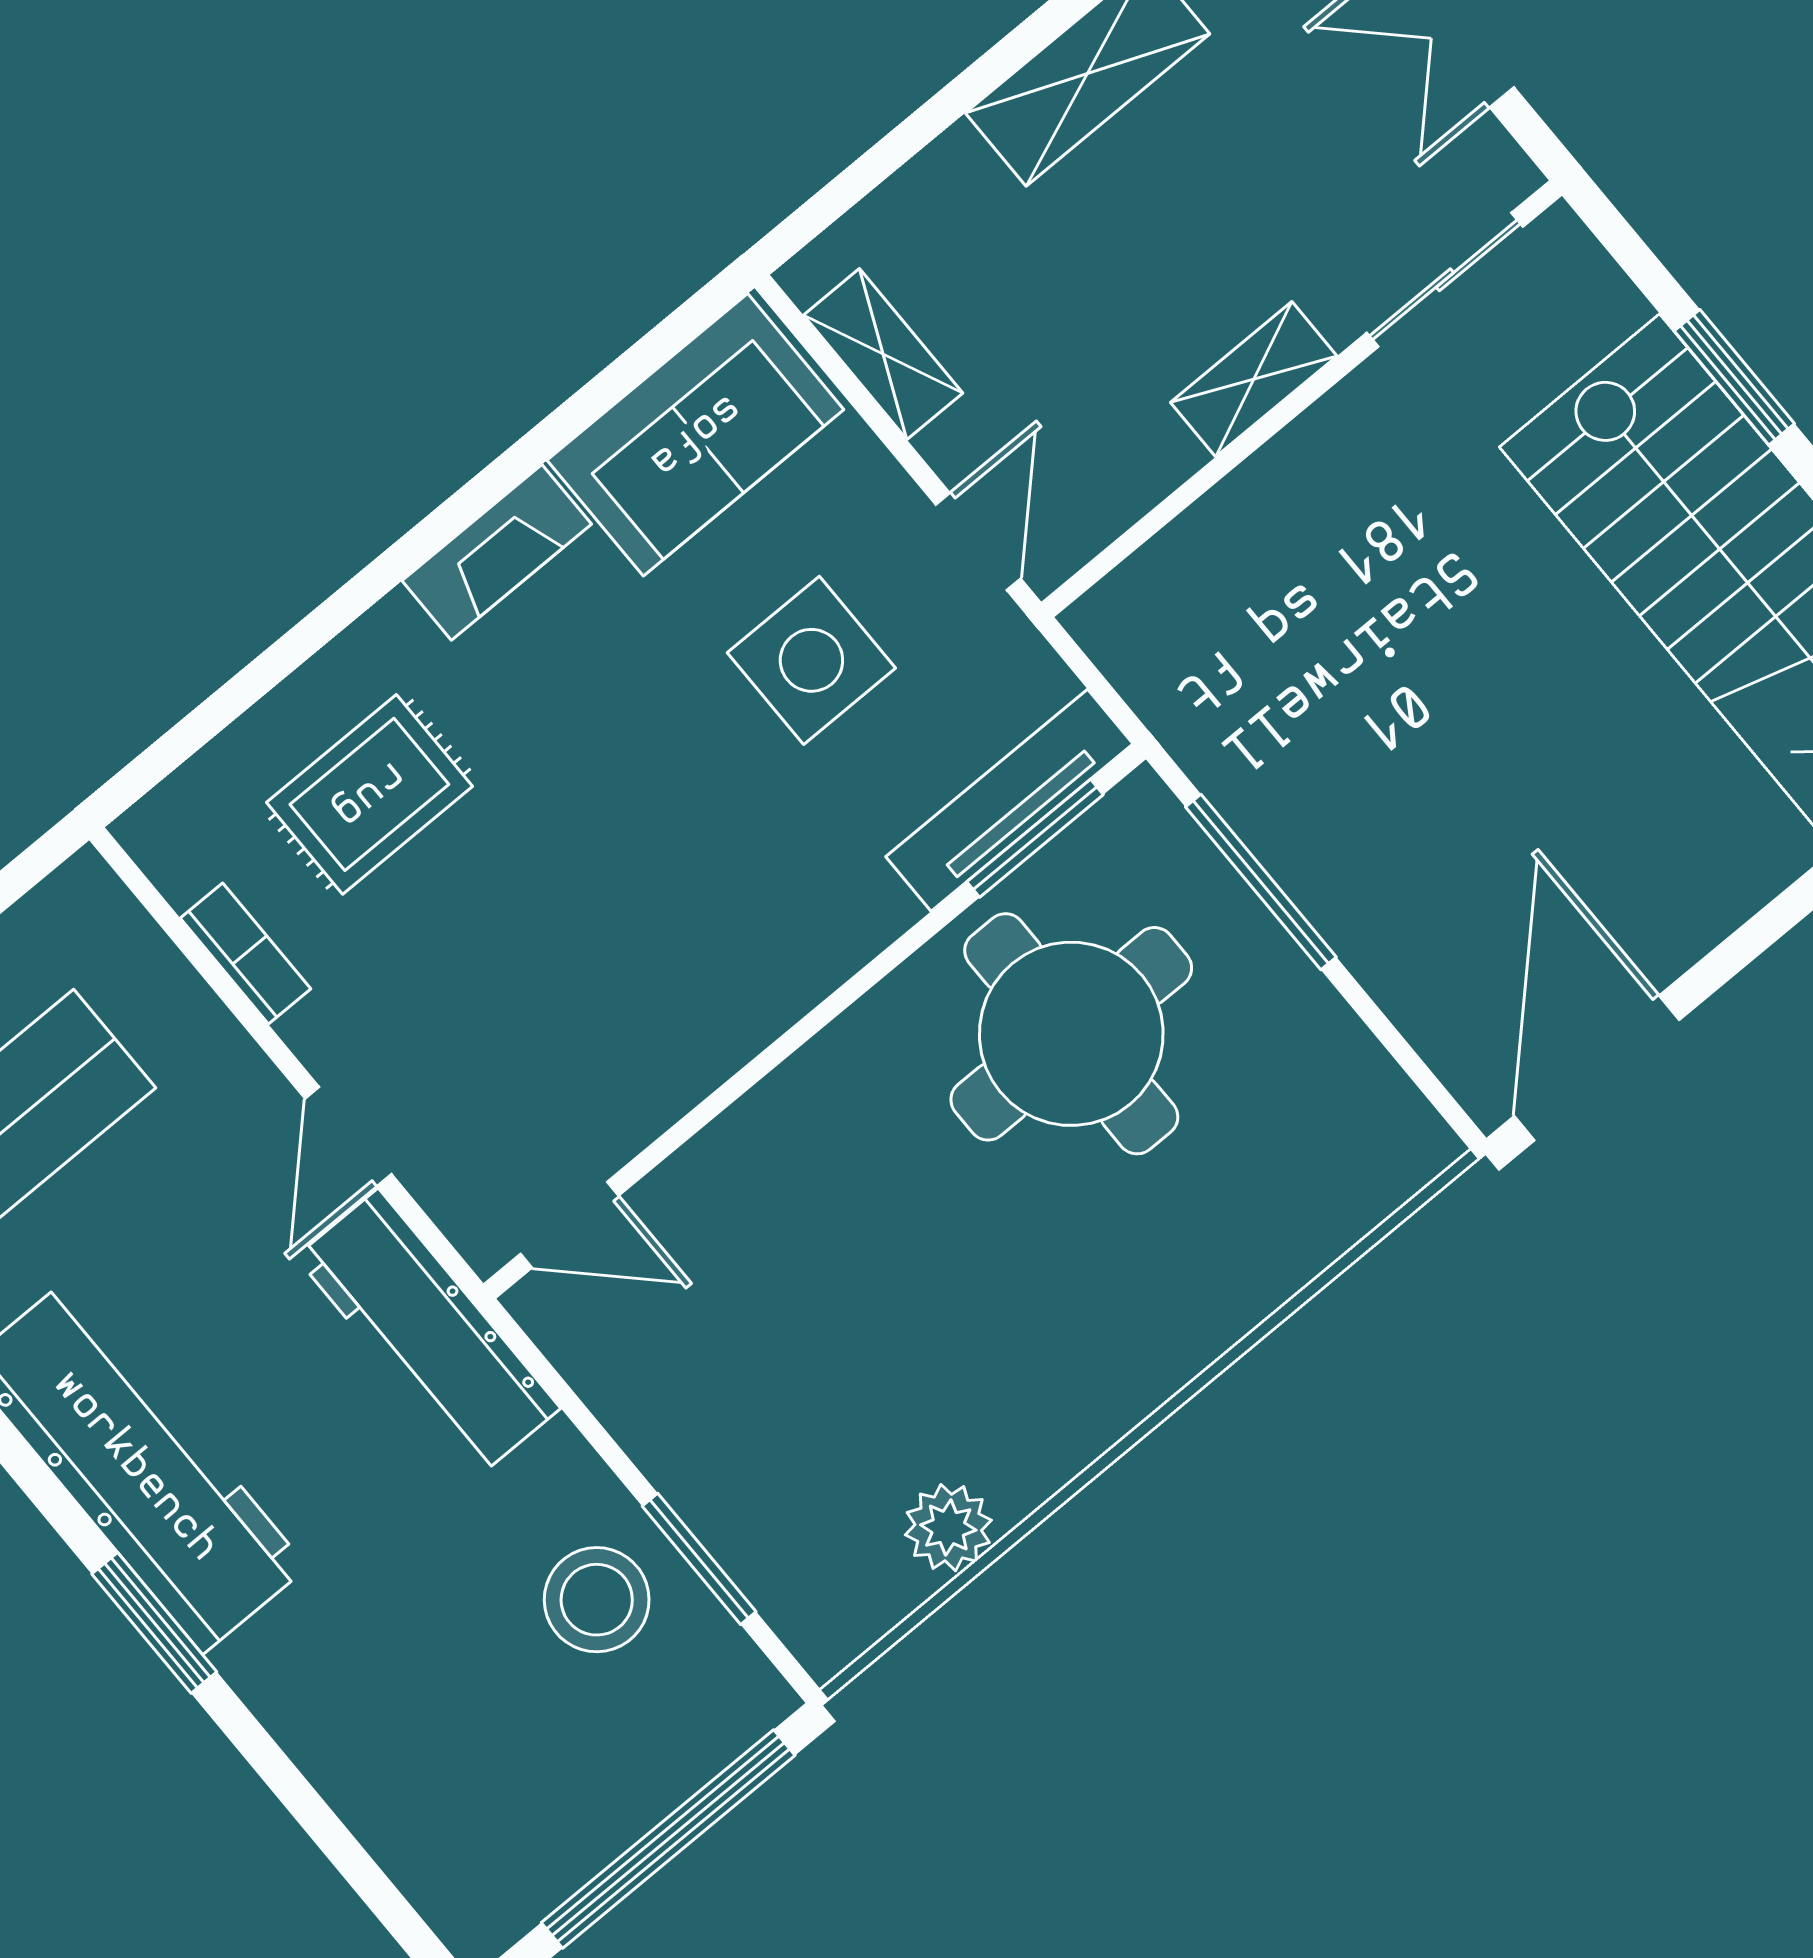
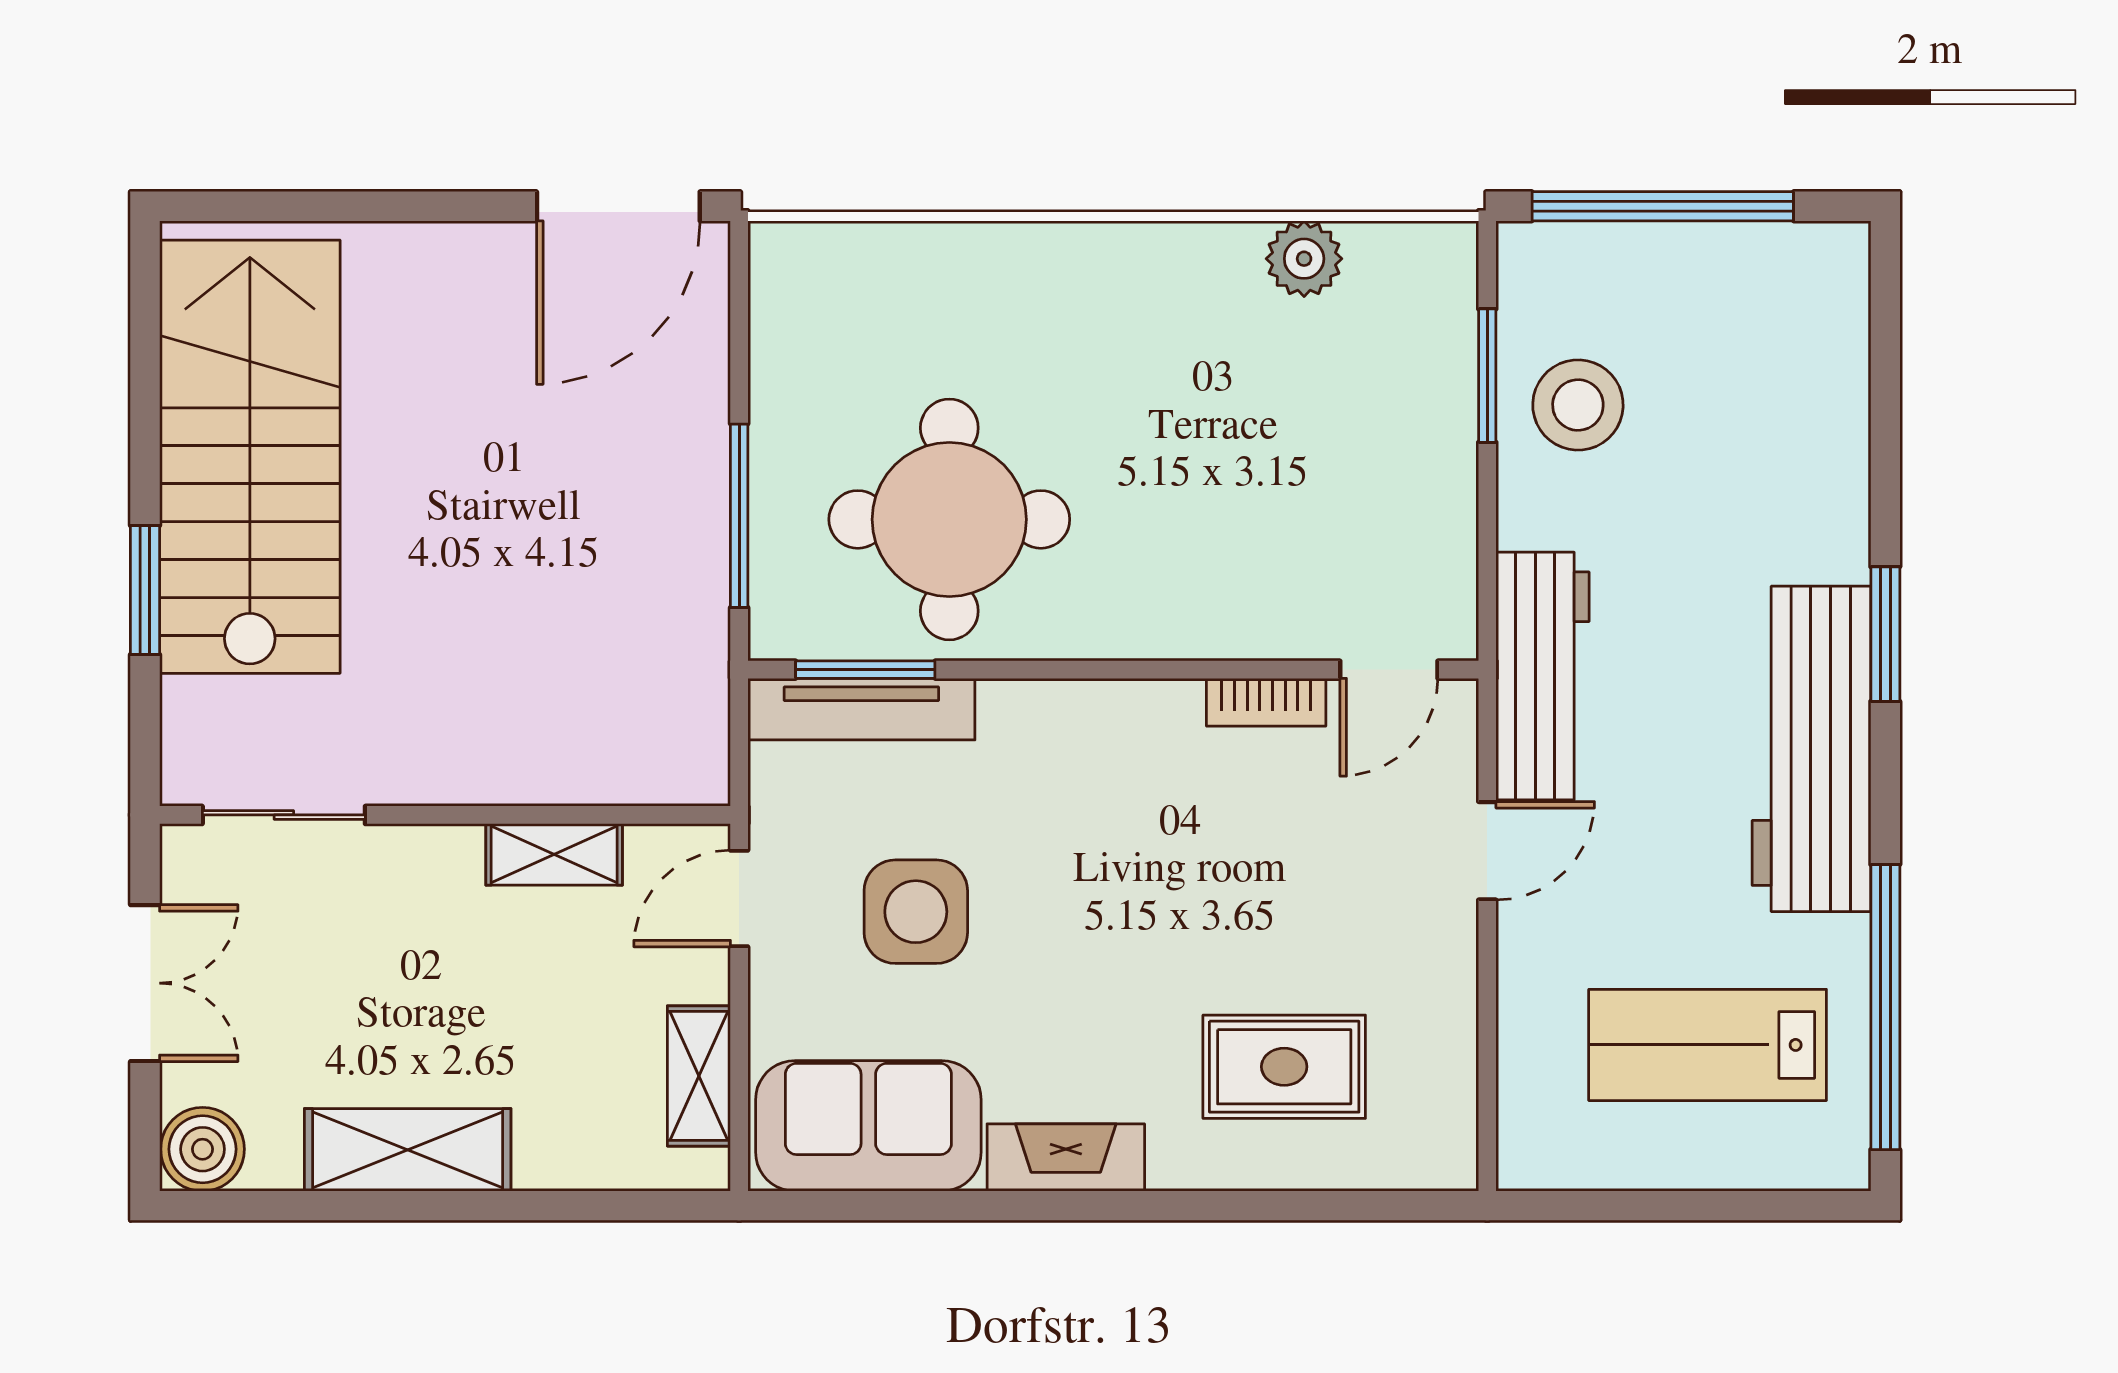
shelving: (1254, 379) -> (554, 854), moved
bookcase: (245, 954) -> (1266, 702), moved, turned -90
door: (570, 1225) -> (1389, 670), swing flipped

